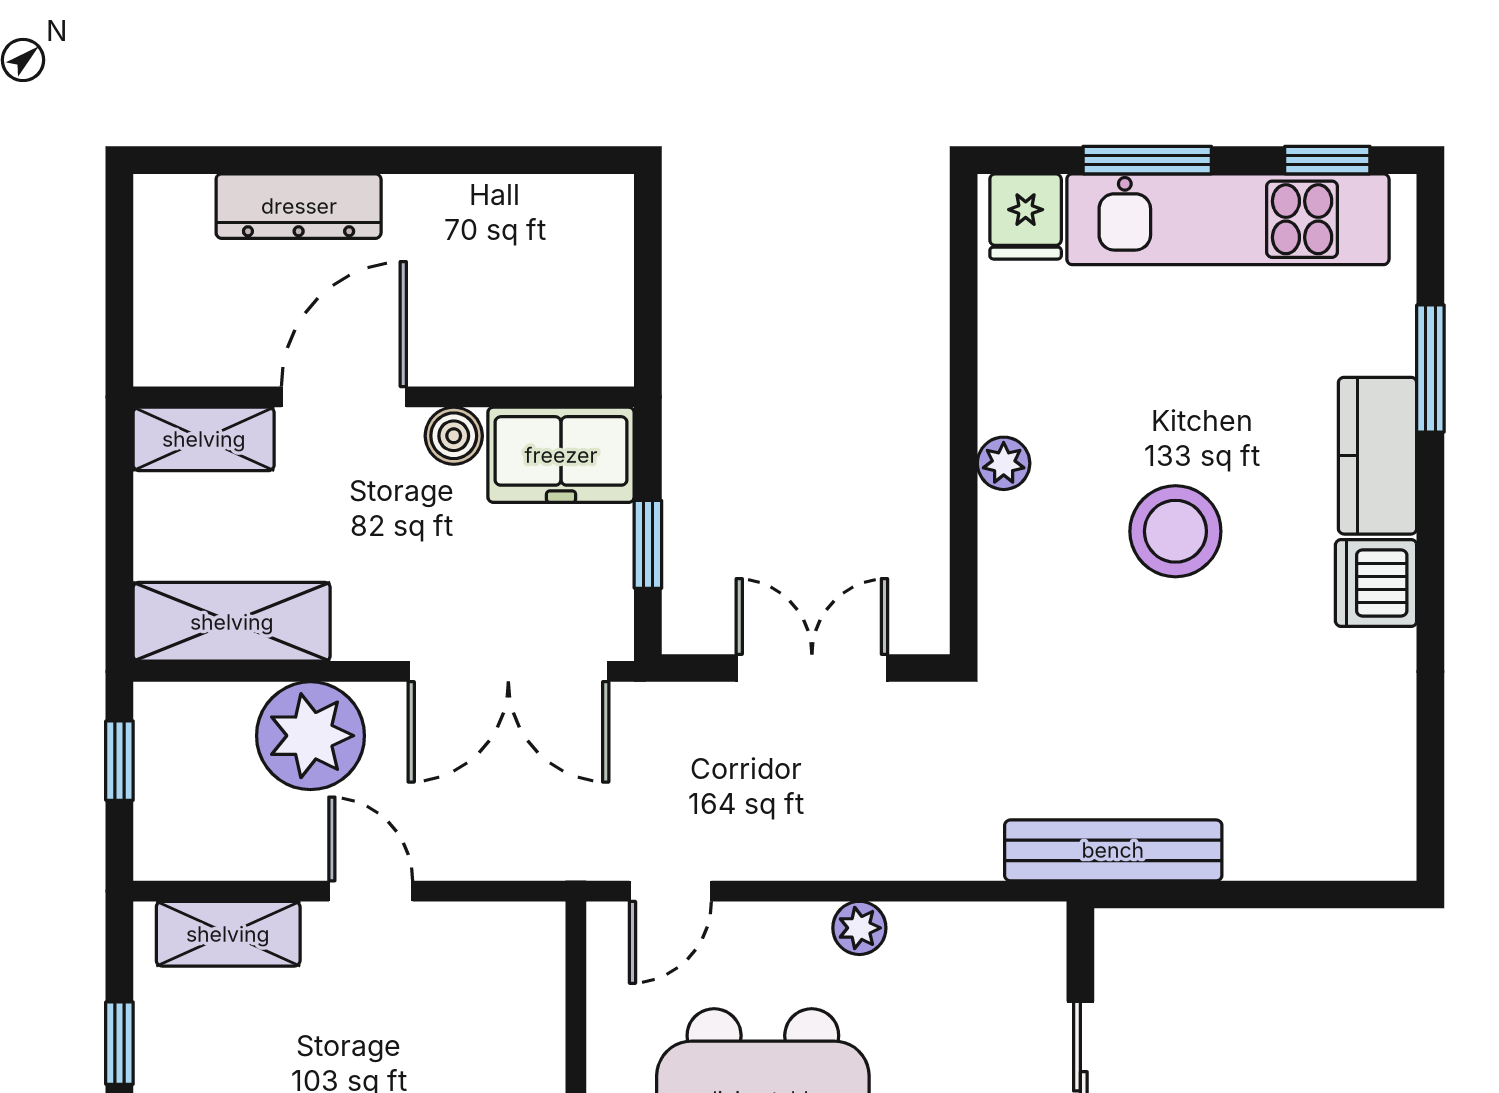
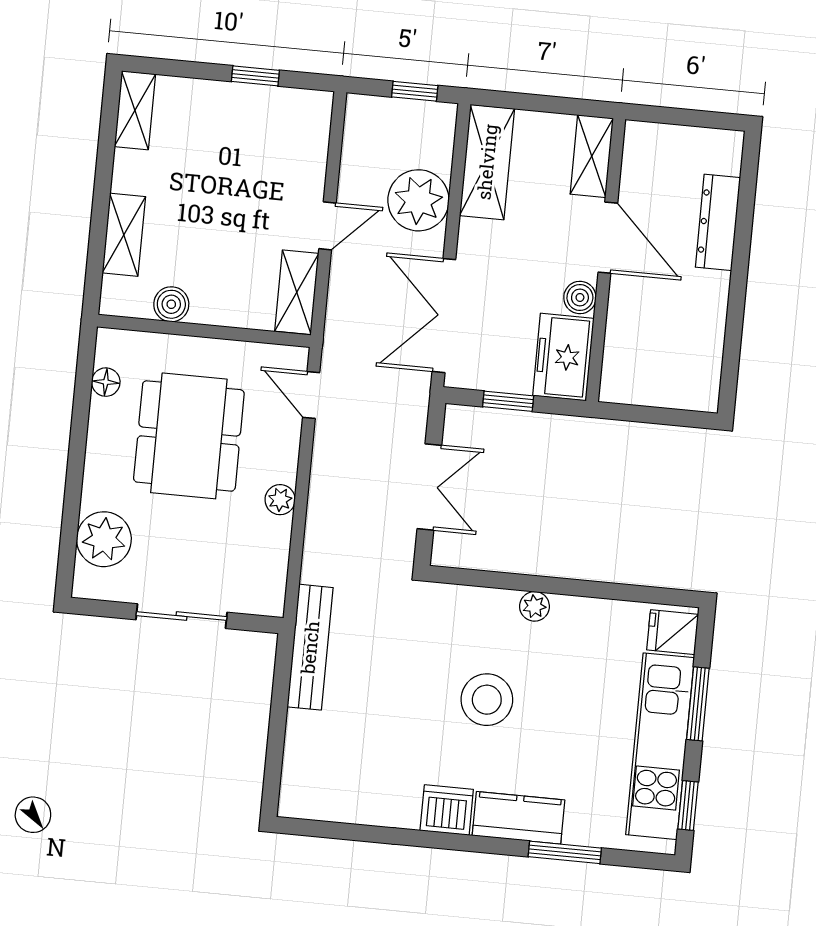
shelving: (228, 934) -> (297, 292), moved

